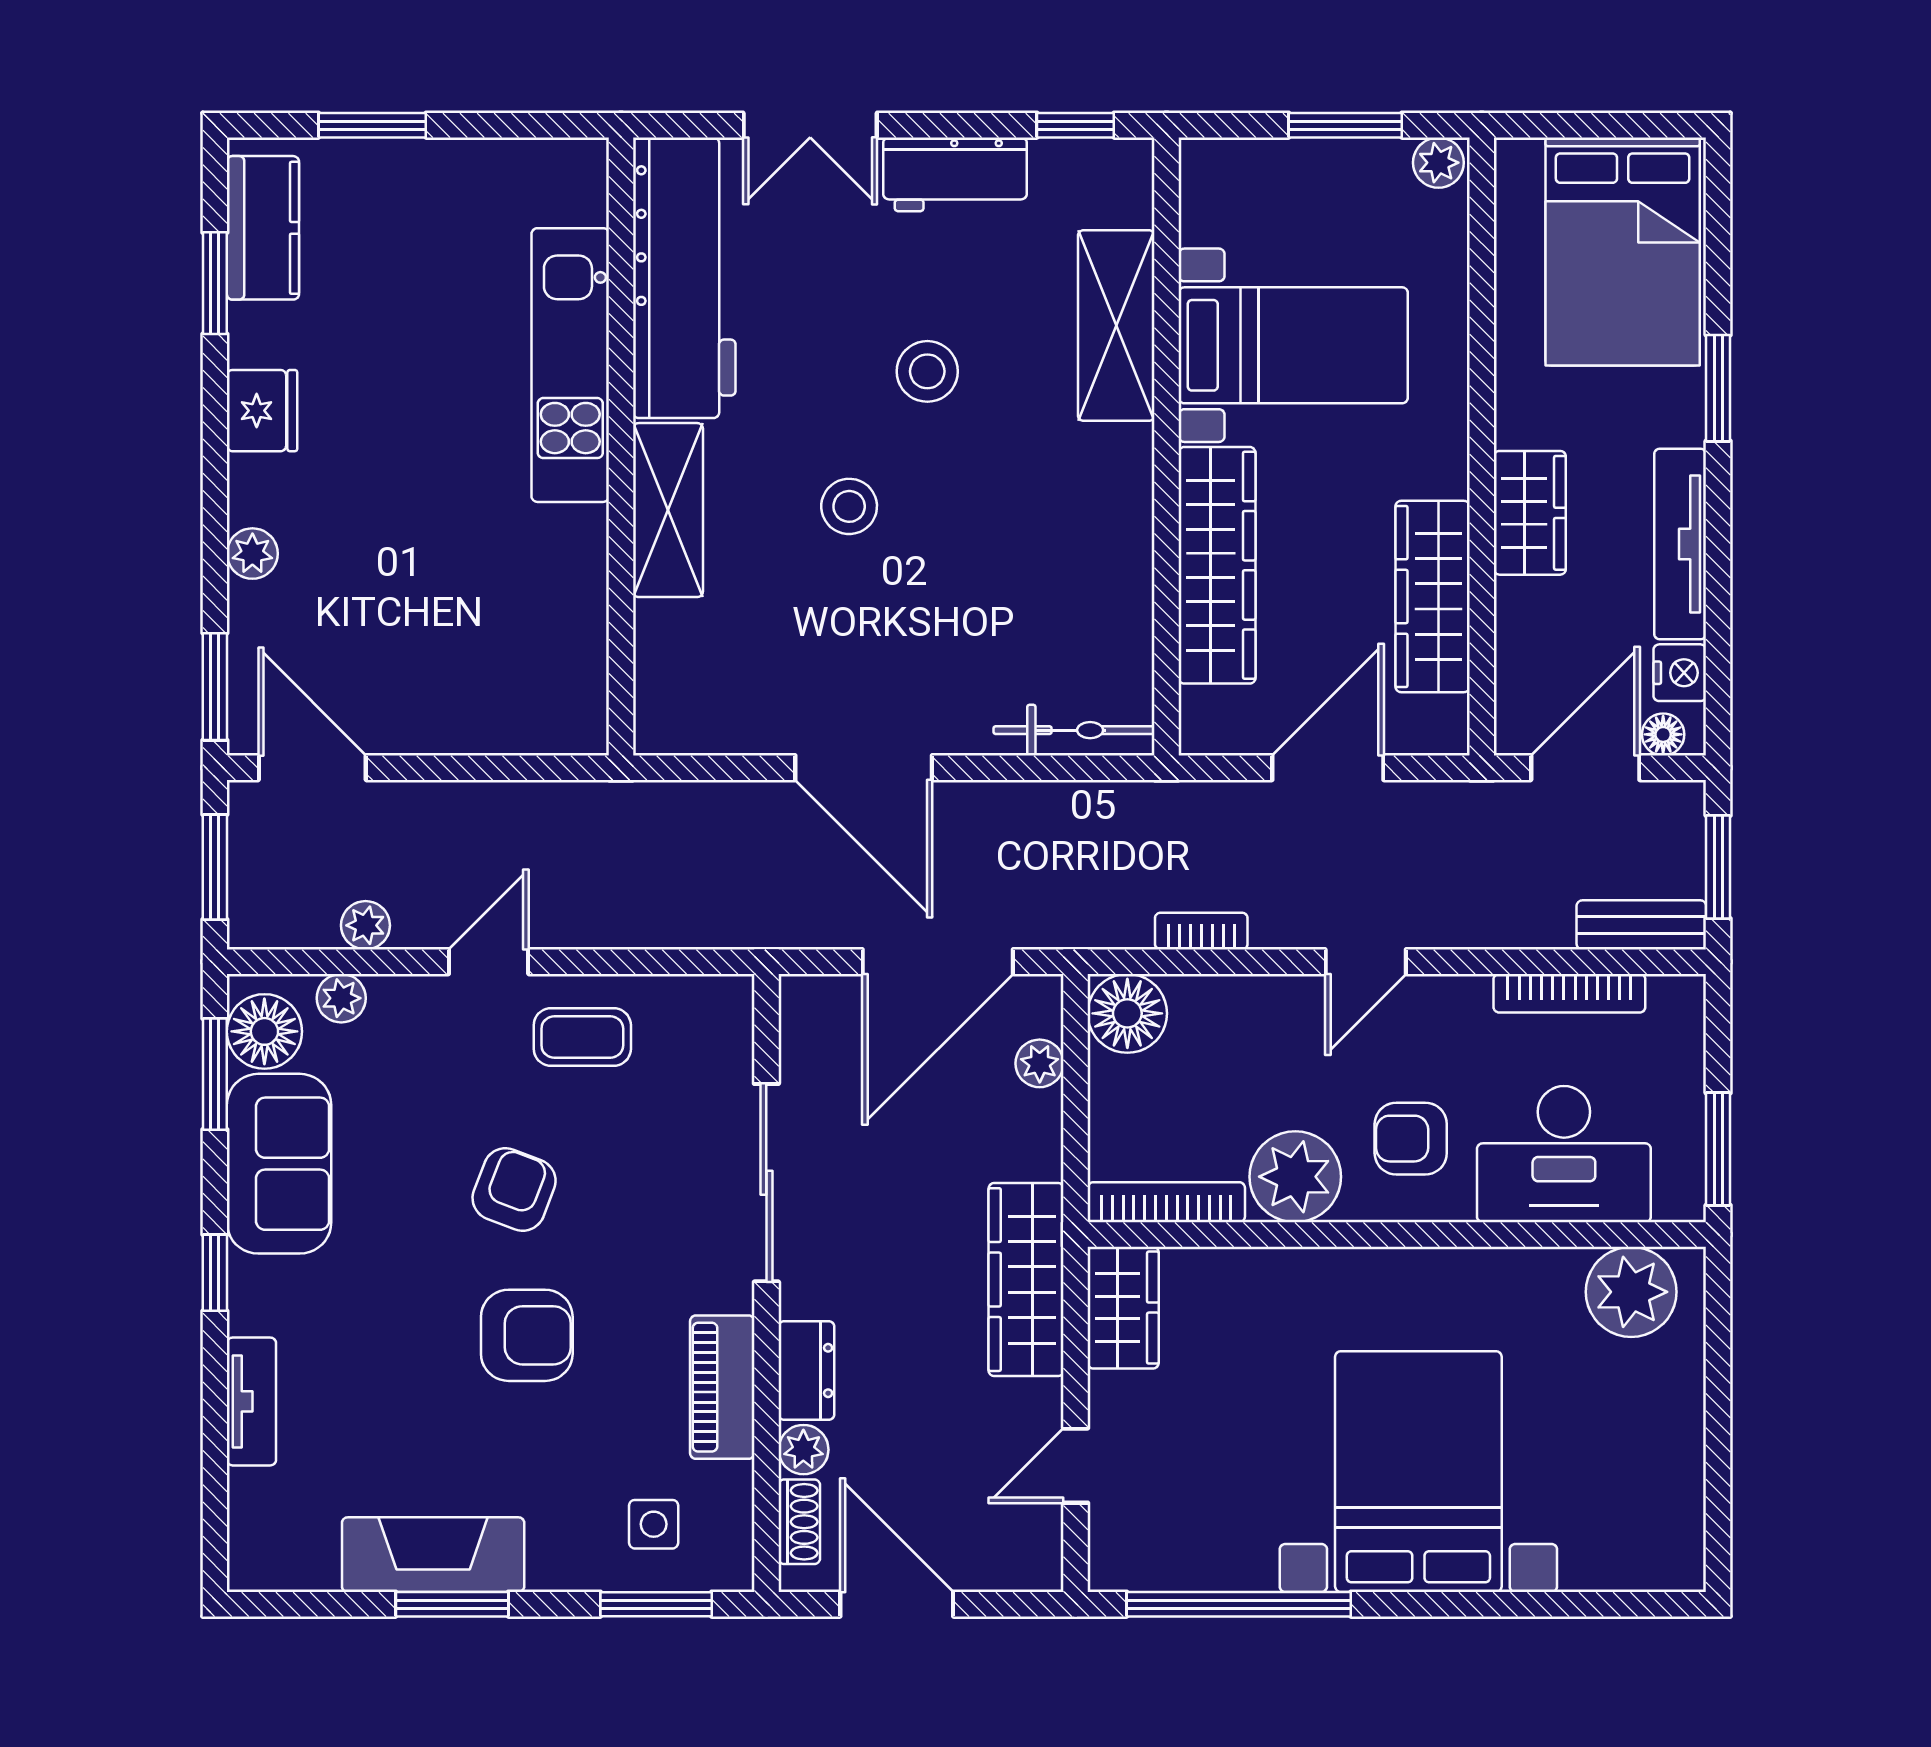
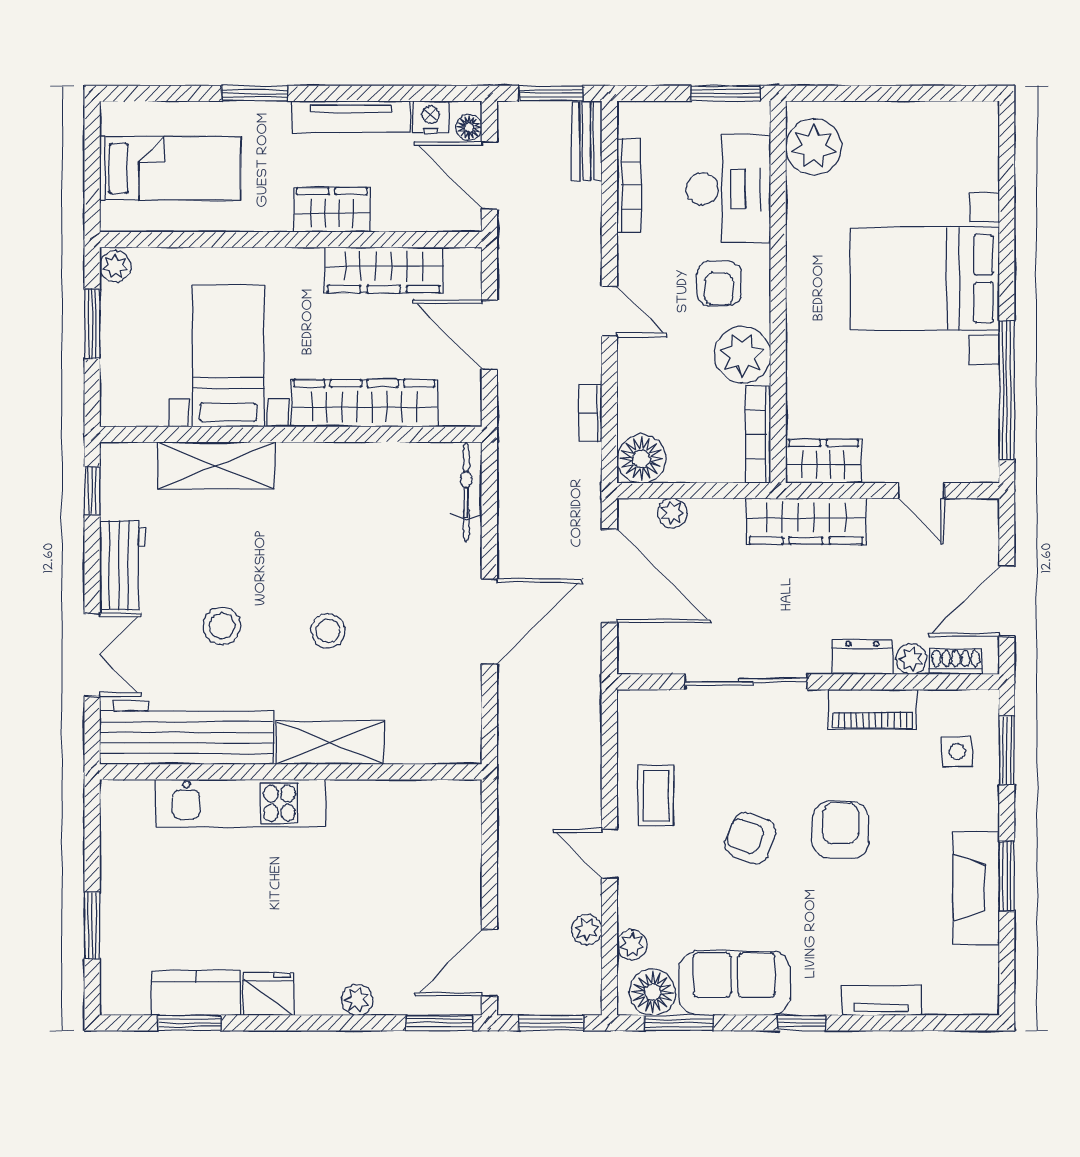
kitchen counter: (263, 228) -> (196, 993), moved
bed: (1623, 251) -> (170, 168), width x0.67
stool: (927, 371) -> (222, 626), moved

